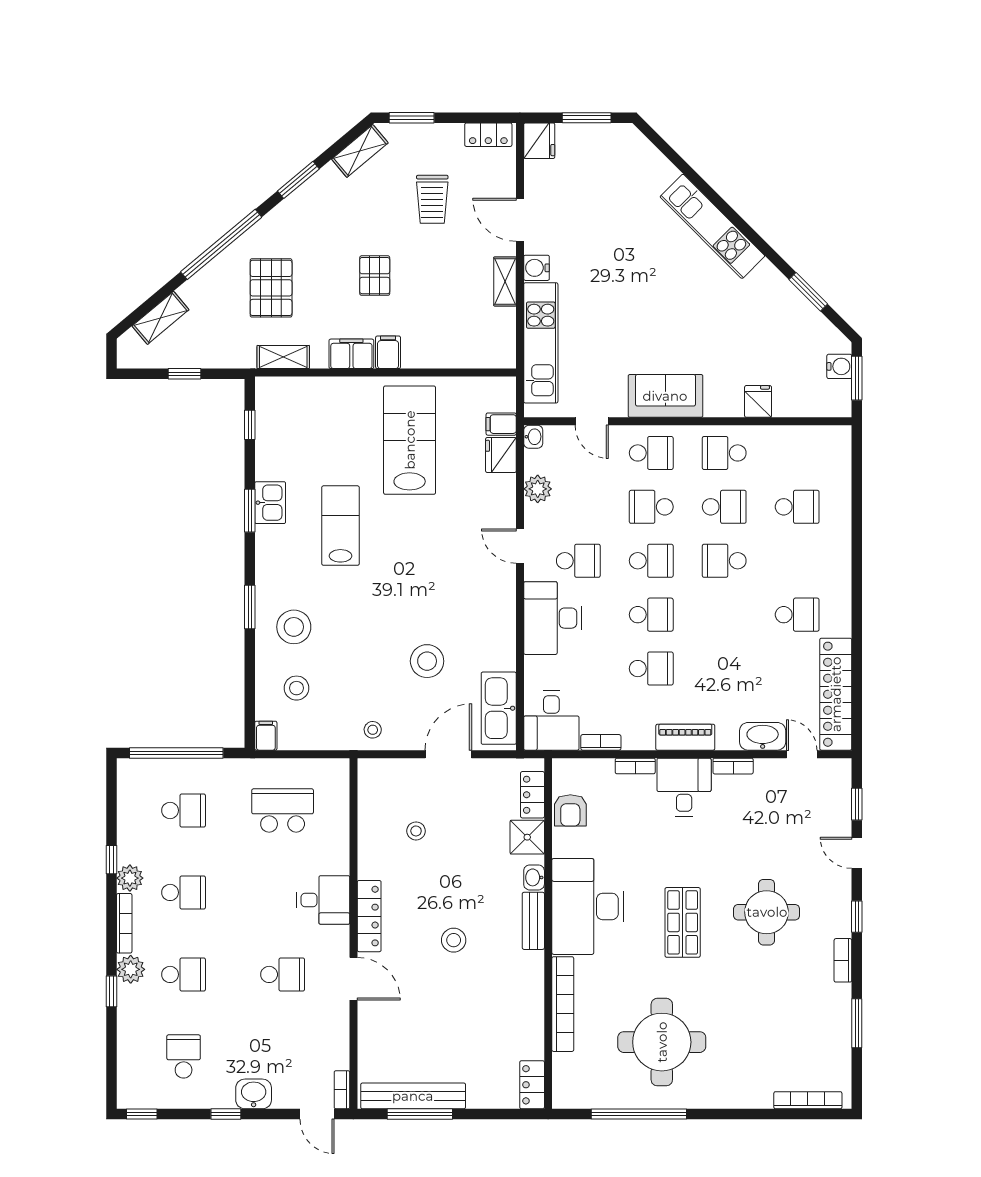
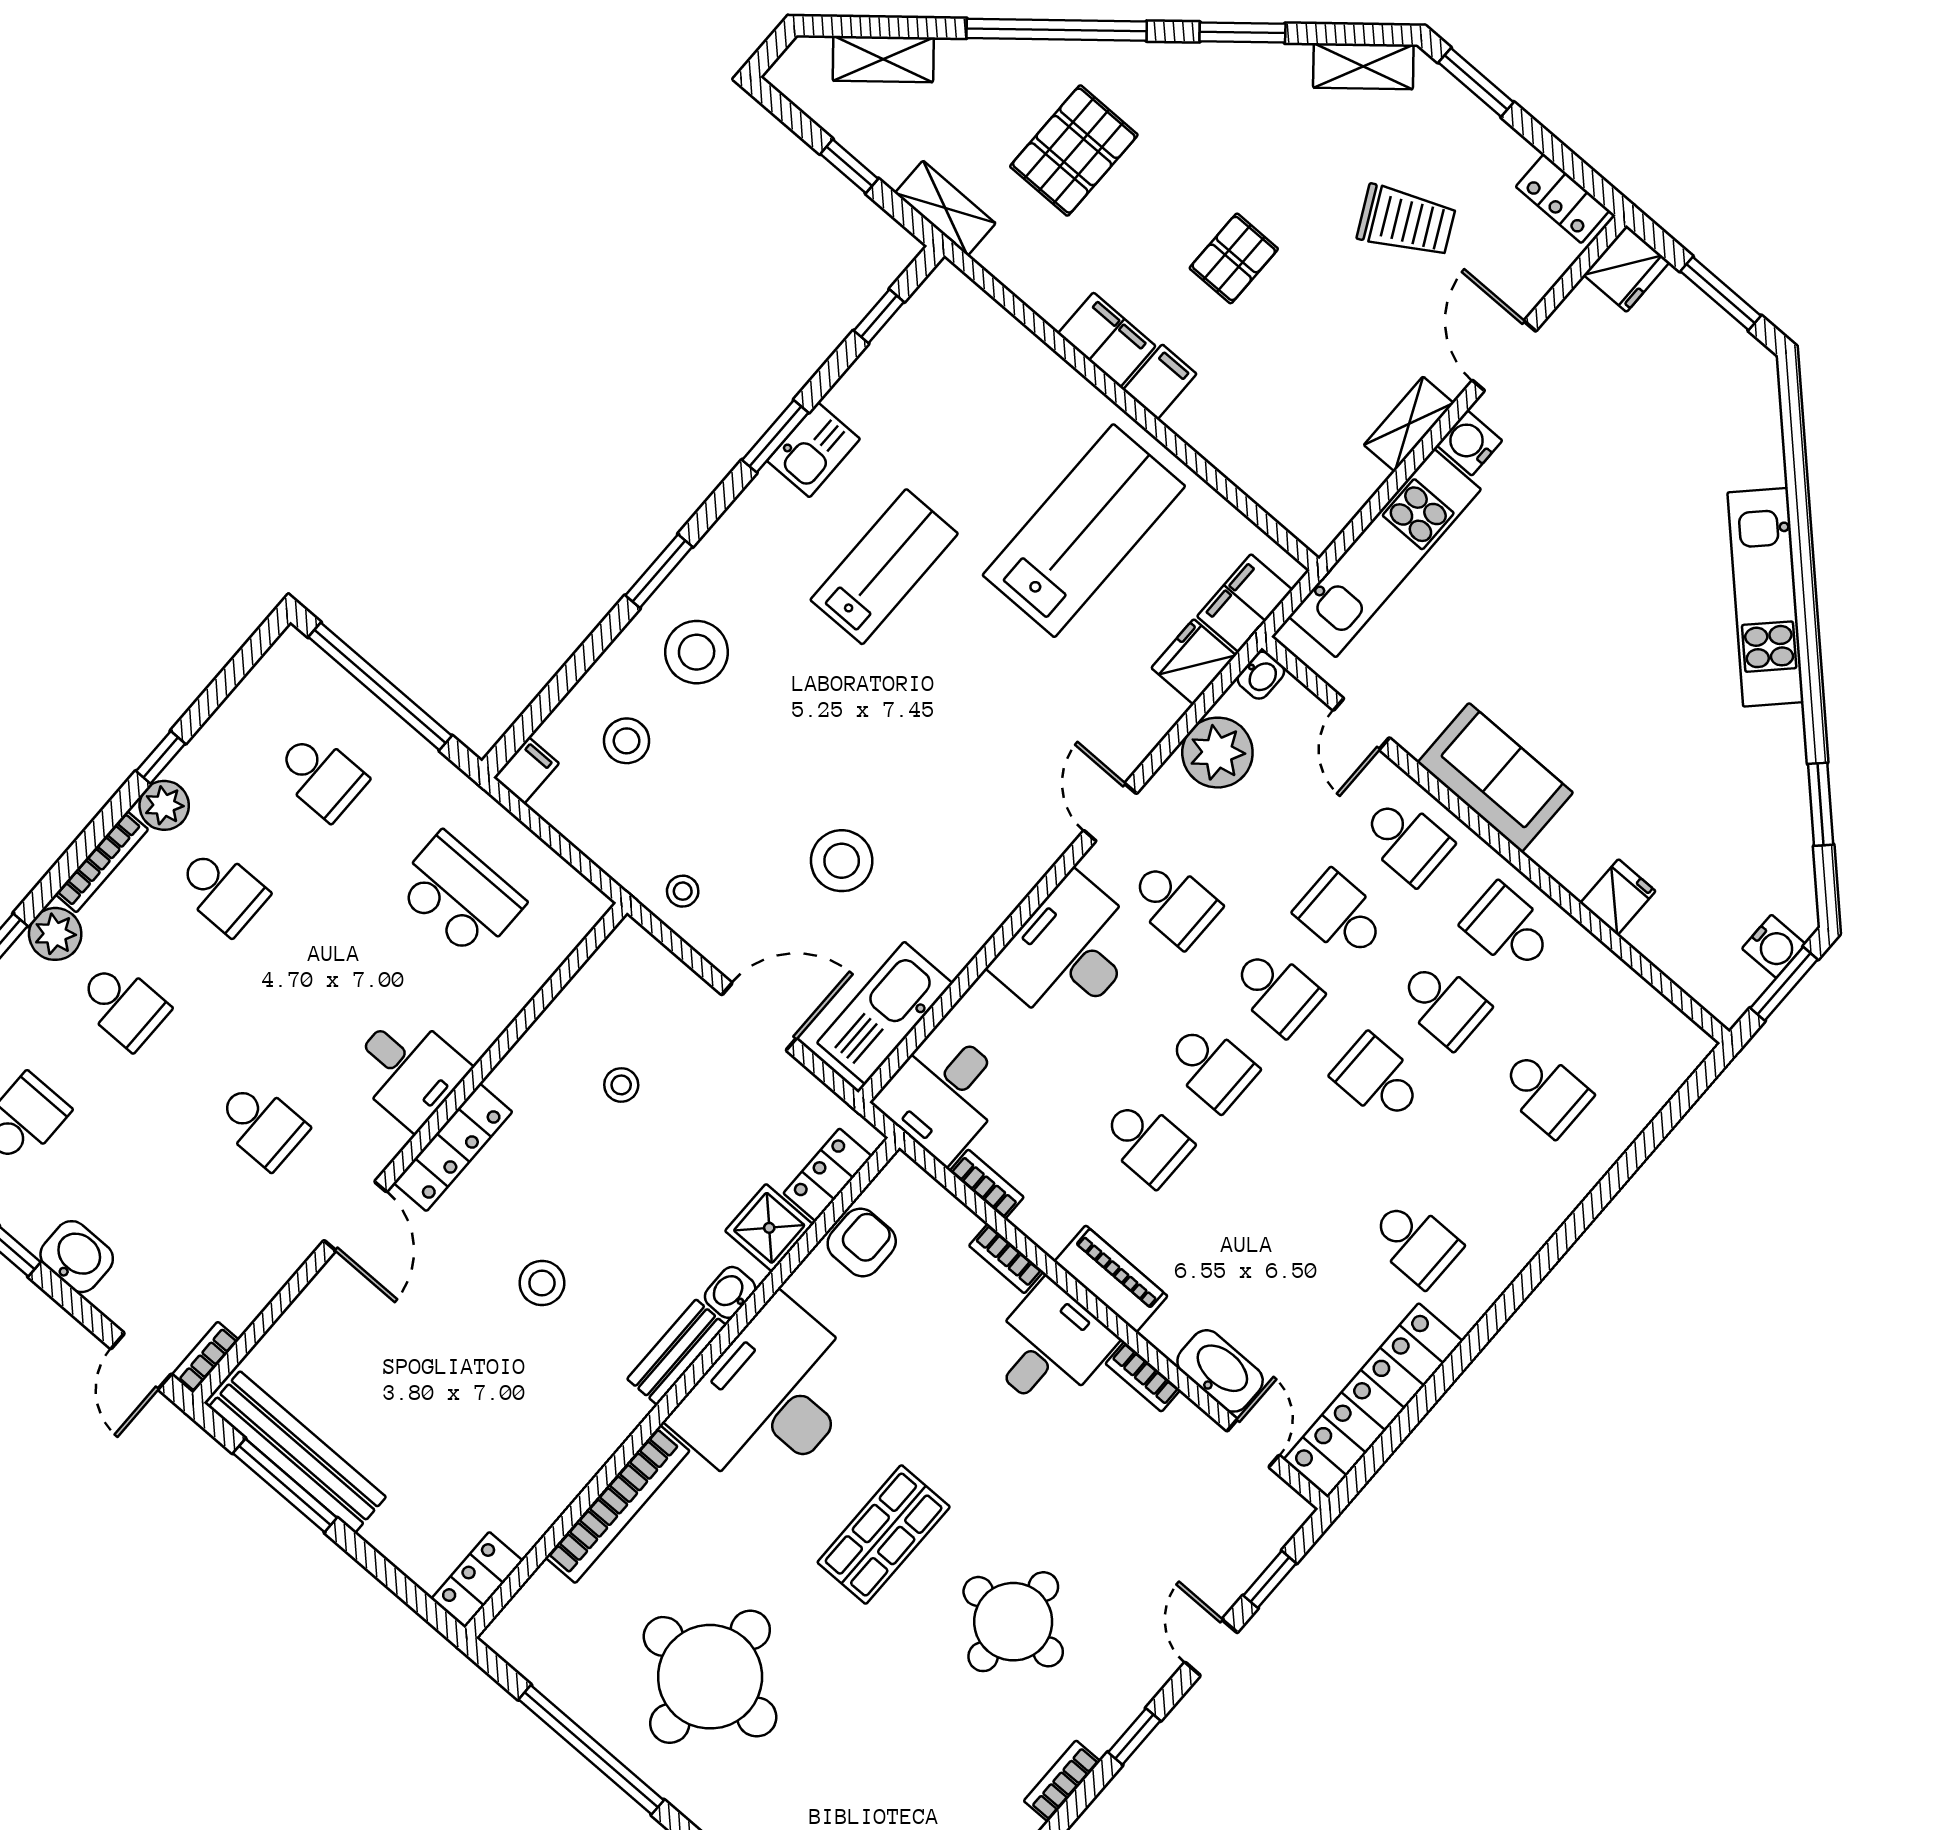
trolley: (432, 199) -> (1406, 221), turned -117
shelving: (283, 357) -> (945, 208), moved
filing cabinet: (501, 424) -> (1245, 603), width x2.00
plant: (538, 489) -> (1217, 753), width x1.36, depth x1.36
armchair: (570, 810) -> (862, 1242), turned 180

